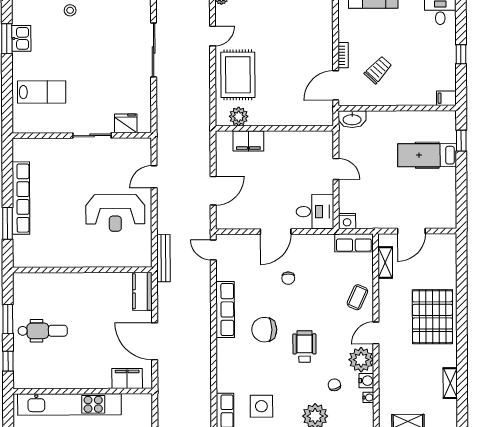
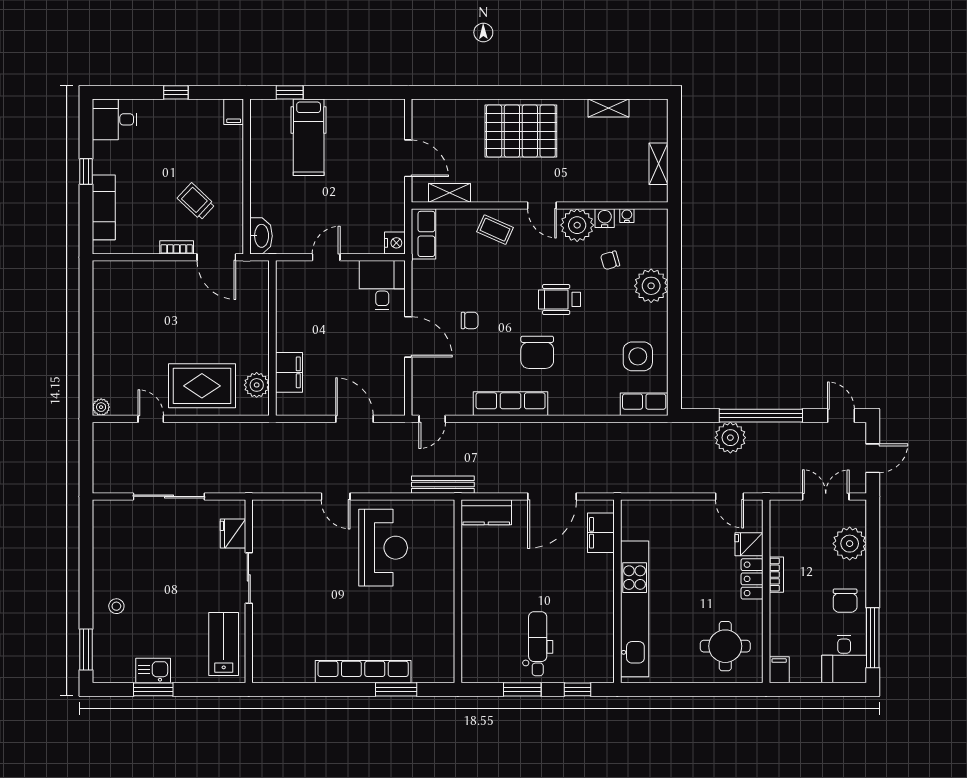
fridge: (126, 123) -> (233, 533), moved
wall: (82, 135) -> (249, 591), moved
sliding door: (92, 135) -> (249, 578), moved

